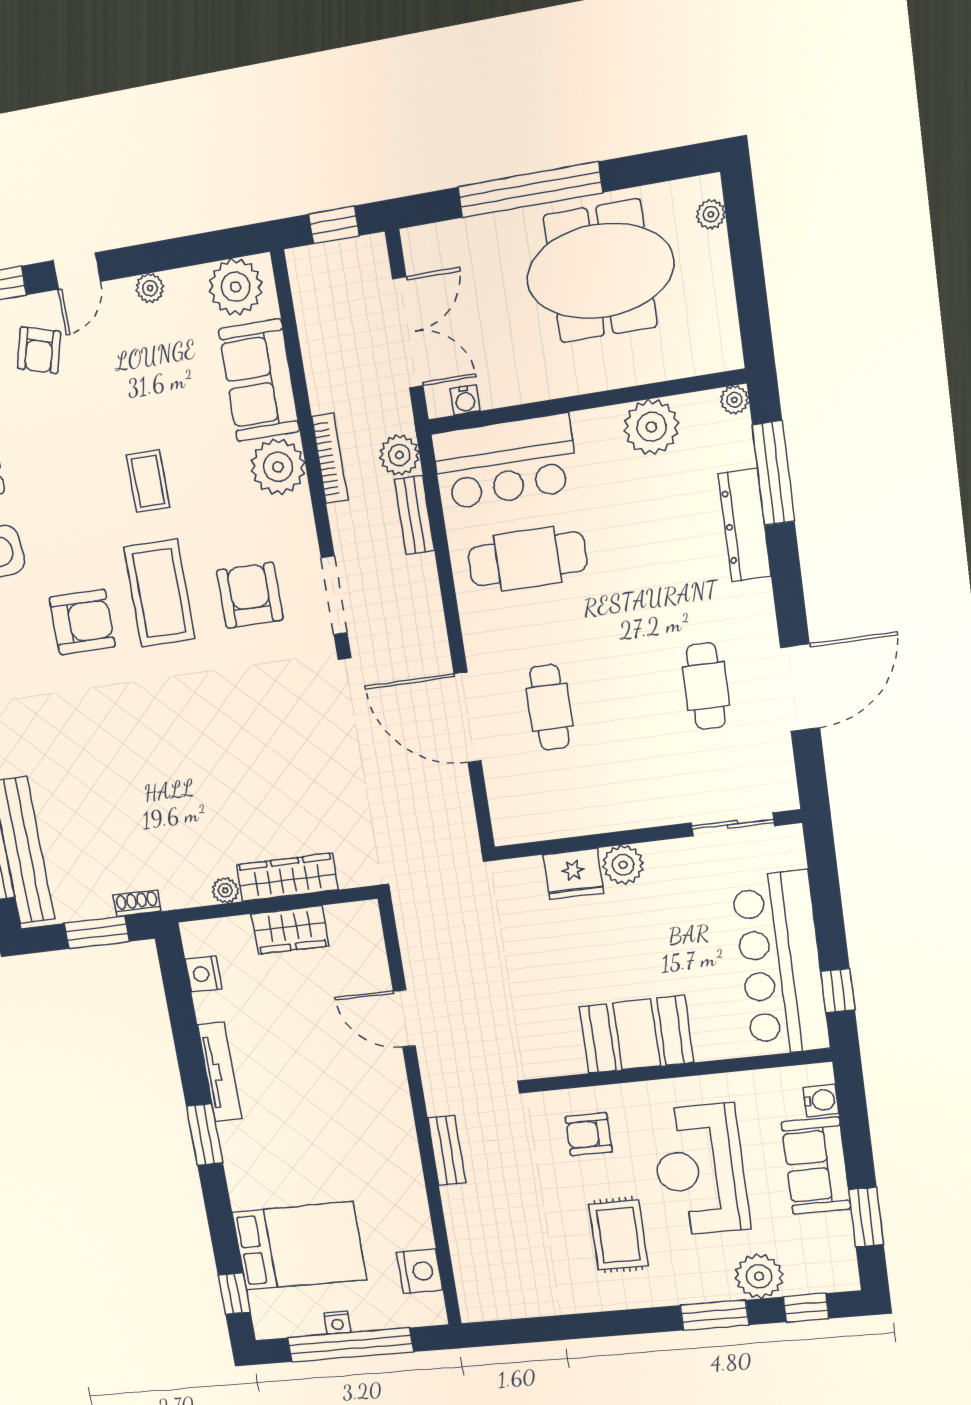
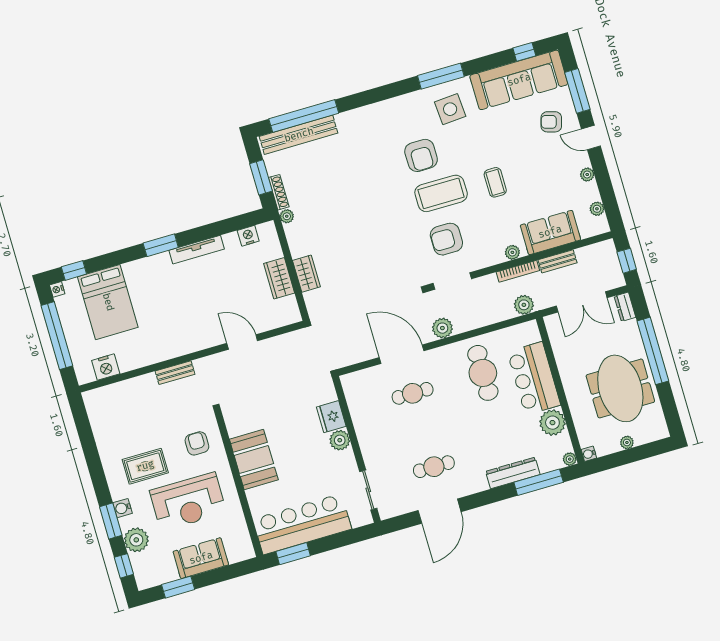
plant: (711, 214) -> (627, 442), moved
dresser: (429, 240) -> (625, 307), added
plant: (236, 287) -> (597, 209), width x0.53, depth x0.53
water cooler: (465, 400) -> (589, 454), moved
bar counter: (505, 462) -> (534, 378), moved
plant: (278, 467) -> (512, 252), width x0.53, depth x0.53
coffee table: (148, 481) -> (495, 182), turned 90
bench: (414, 515) -> (557, 261), moved
armchair: (250, 595) -> (446, 239), turned 180
plant: (426, 628) -> (442, 328), added
door: (800, 688) -> (440, 511), hinge flipped
door: (468, 717) -> (402, 354), hinge flipped
wardrobe: (287, 877) -> (306, 274), width x0.67
plant: (225, 890) -> (287, 216), moved
shoe rack: (137, 903) -> (279, 192), width x1.43
window: (838, 991) -> (293, 554), width x1.50
door: (404, 1018) -> (242, 342), hinge flipped
water cooler: (821, 1100) -> (122, 508), moved, turned 90
reception desk: (700, 1170) -> (188, 502), turned 180
nightstand: (337, 1323) -> (57, 289), moved

